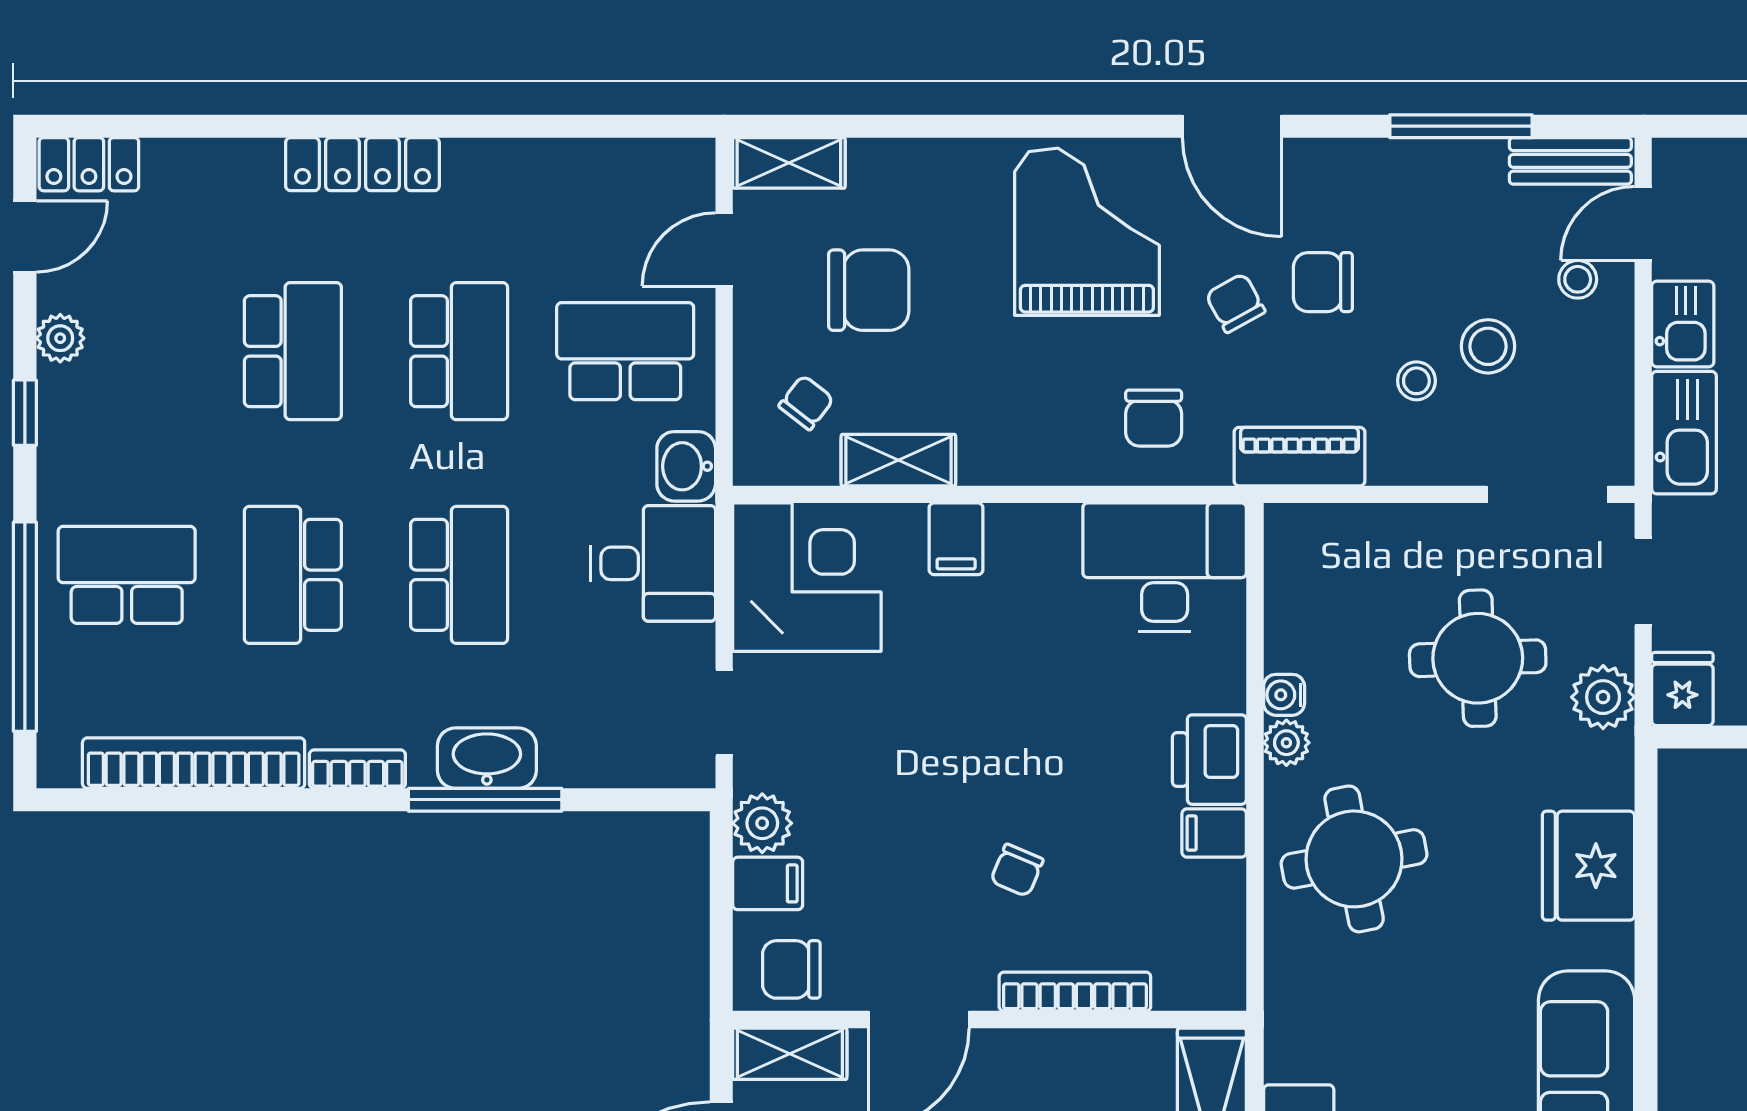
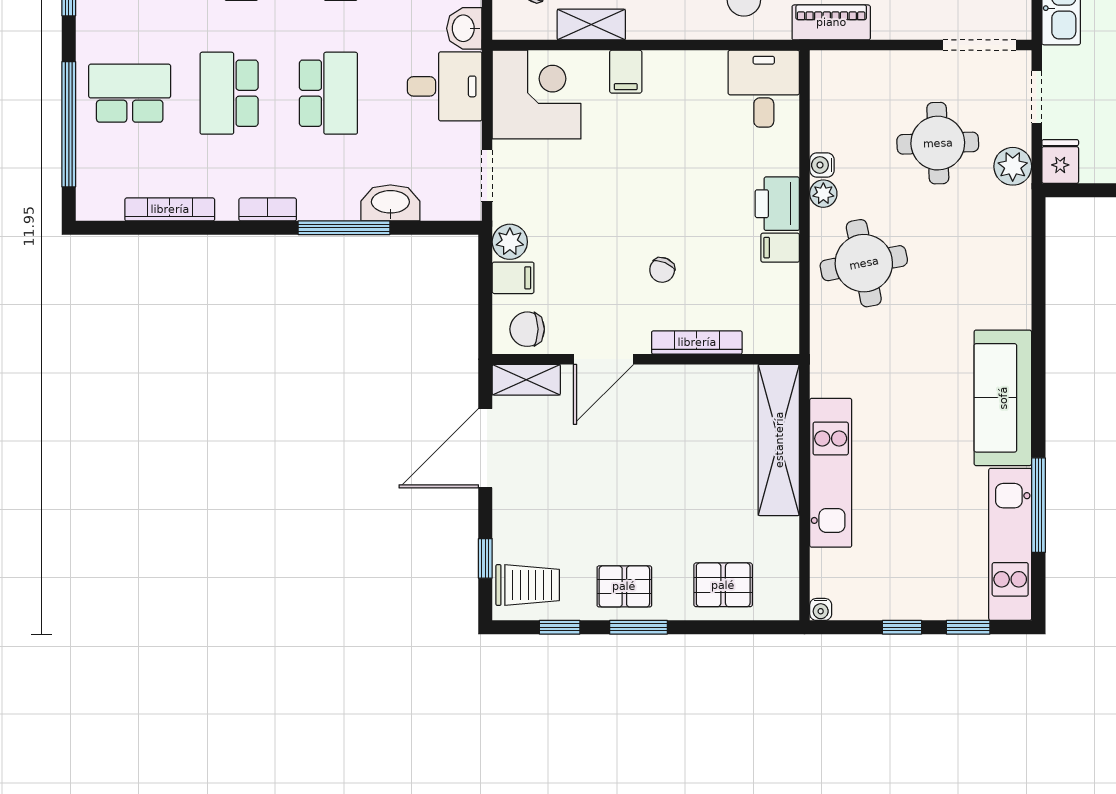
desk: (1165, 567) -> (764, 89), width x0.73
washbasin: (487, 758) -> (390, 203), moved
bookcase: (194, 763) -> (170, 209), width x0.68, depth x0.76
fridge: (1588, 866) -> (1004, 267), removed

